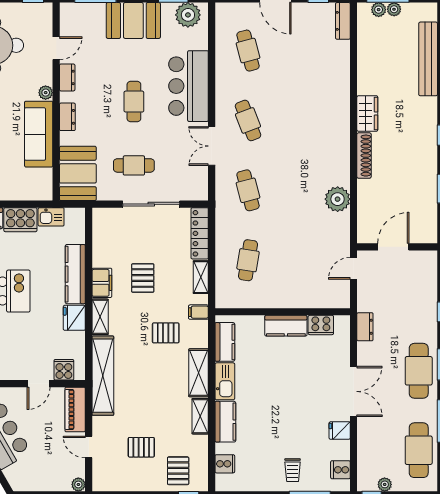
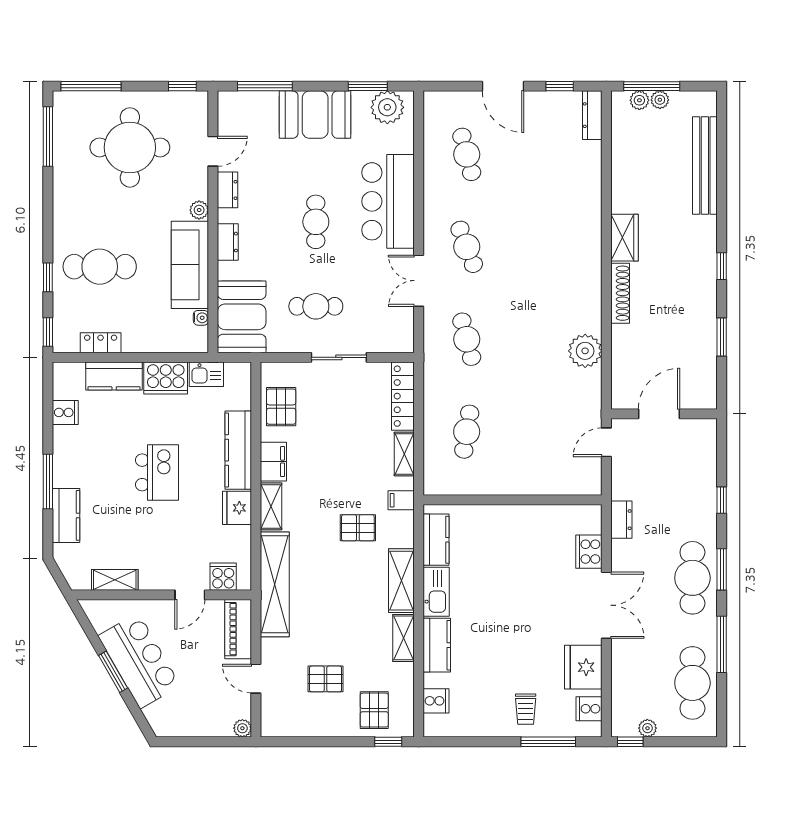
water cooler: (47, 174) -> (201, 318), added
sliding door: (151, 204) -> (339, 357), width x0.73
pallet: (143, 278) -> (281, 407), moved
cooker: (321, 325) -> (589, 552), moved, turned 90
kitchen counter: (286, 326) -> (517, 518), removed
fridge: (340, 431) -> (583, 667), width x1.88, depth x1.34

